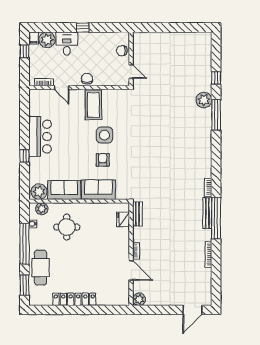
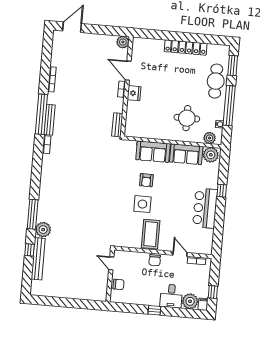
bench: (206, 70) -> (38, 259), added
fridge: (123, 219) -> (134, 93), moved

